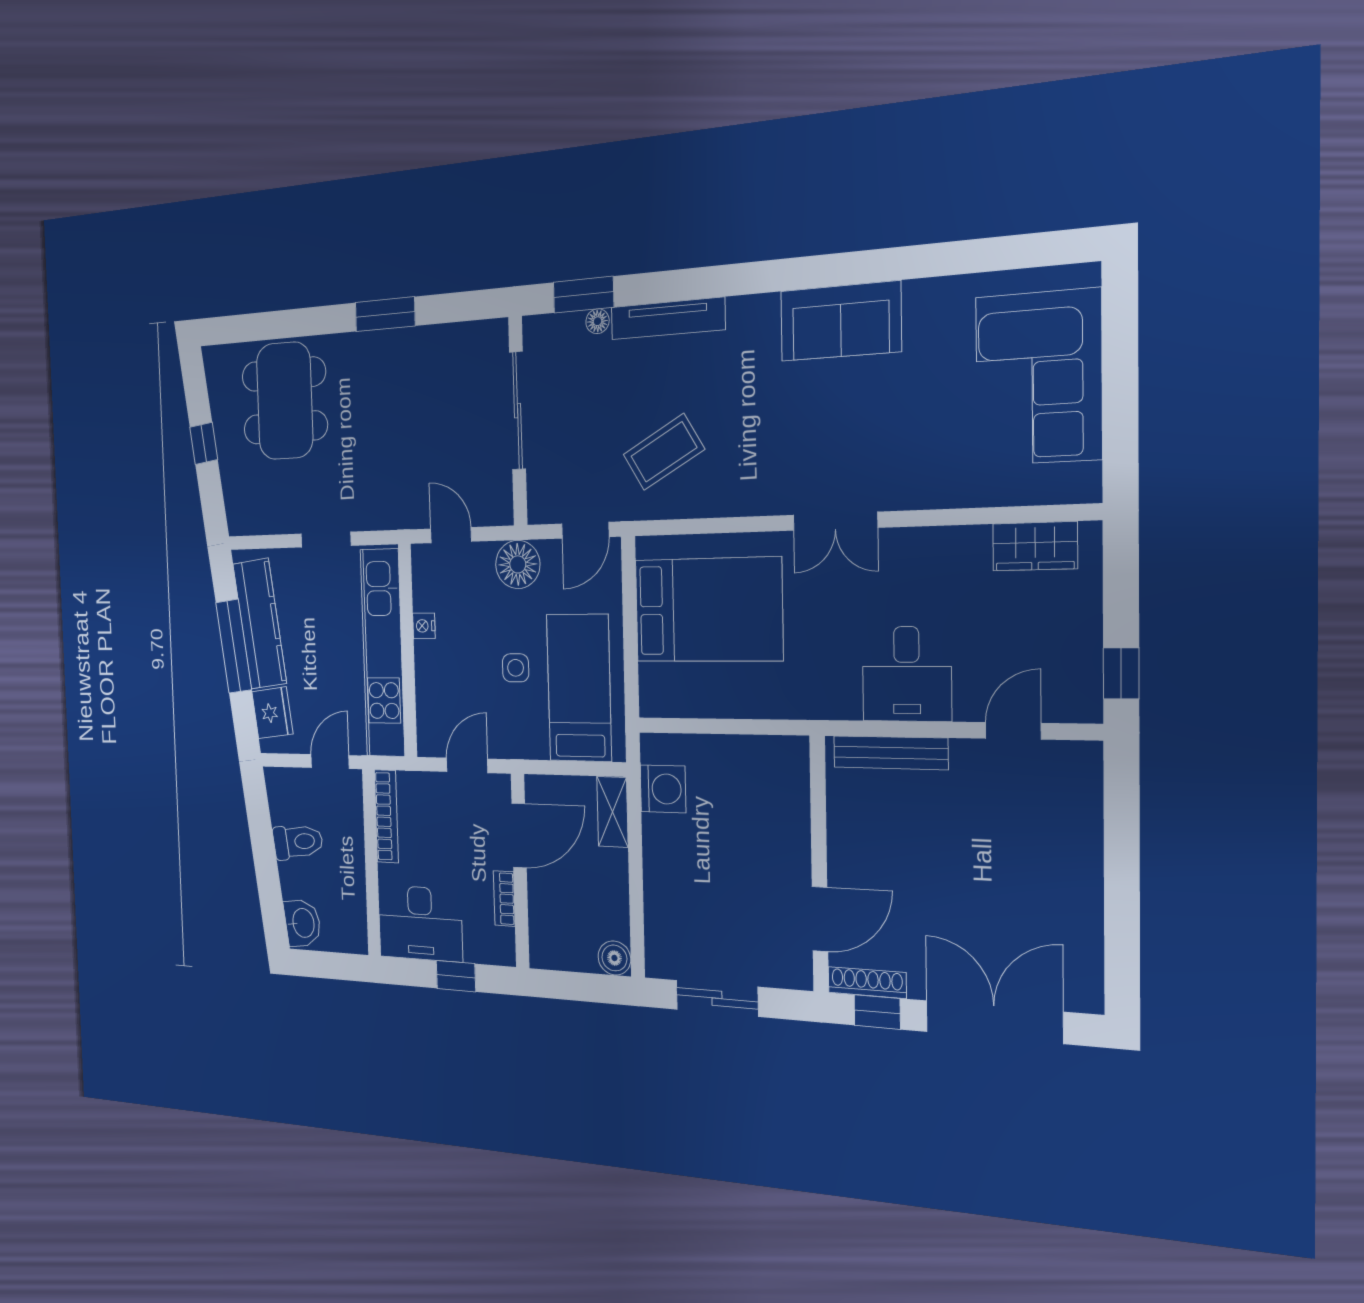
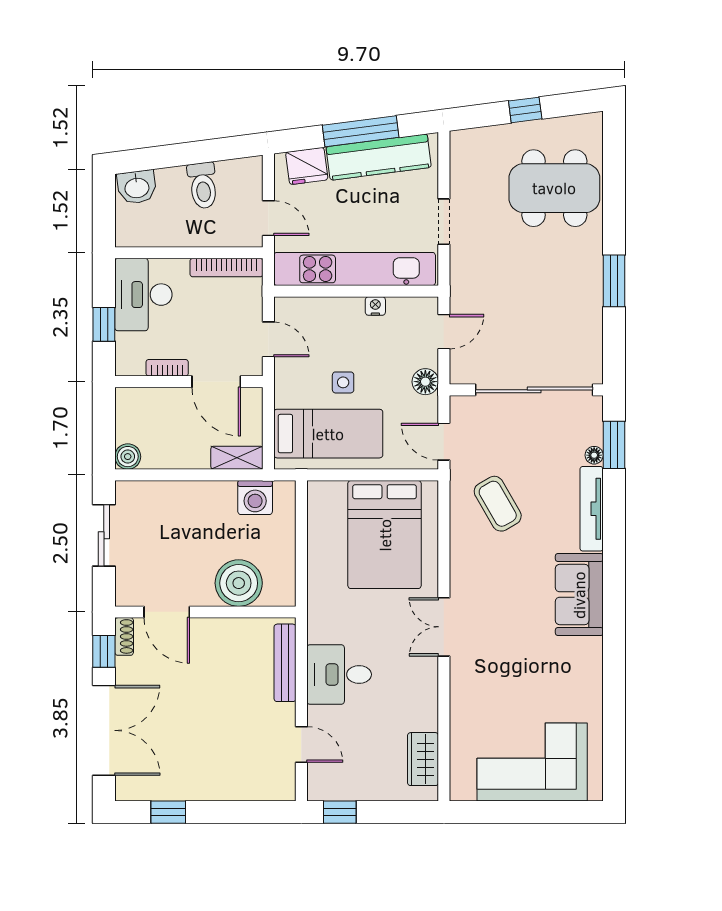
sofa: (841, 321) -> (579, 595), moved
sliding door: (518, 411) -> (534, 390), width x1.36
floor lamp: (518, 564) -> (425, 382), width x0.73, depth x0.73
boiler: (778, 816) -> (239, 583), added
window: (1122, 936) -> (168, 812), added
shoe rack: (867, 983) -> (124, 636), width x0.70

